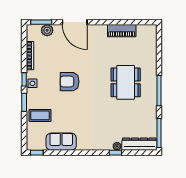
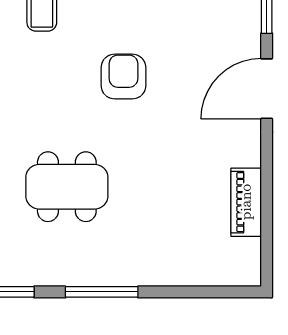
plant: (47, 30) -> (247, 22), removed
dining table: (126, 82) -> (67, 187), moved

